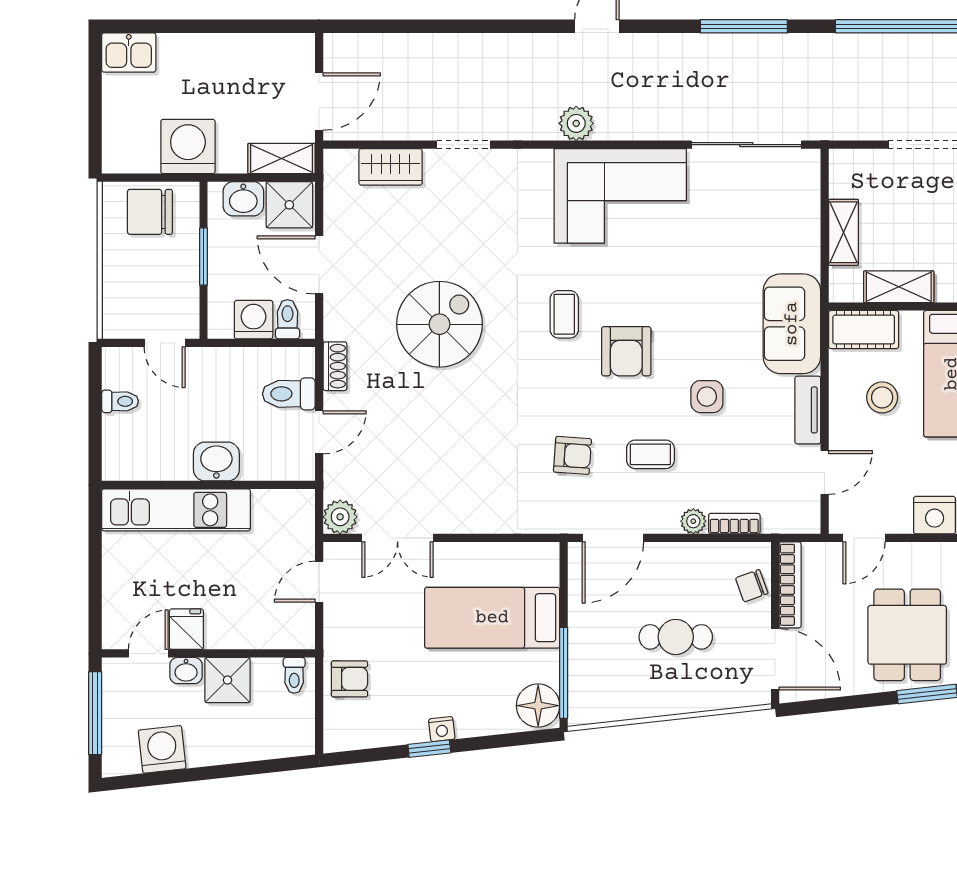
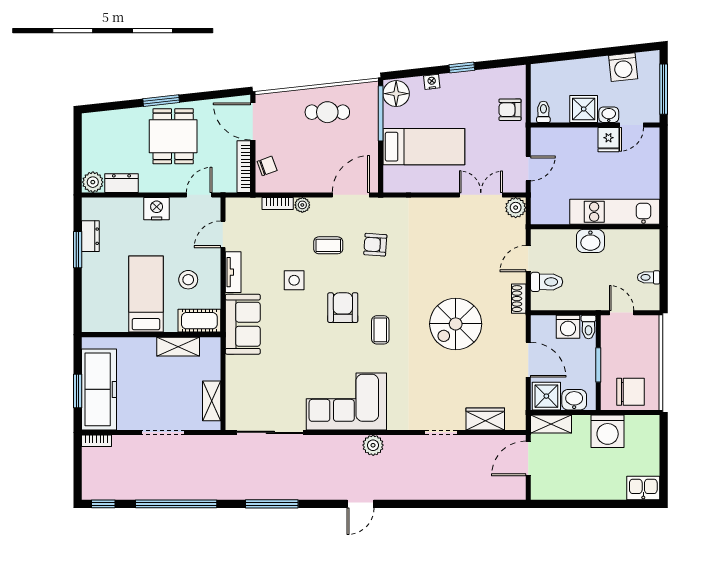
shelving: (844, 232) -> (212, 401), moved
toilet: (288, 319) -> (588, 327), moved
cafe table: (676, 637) -> (327, 112), moved
nightstand: (442, 729) -> (432, 82), moved

